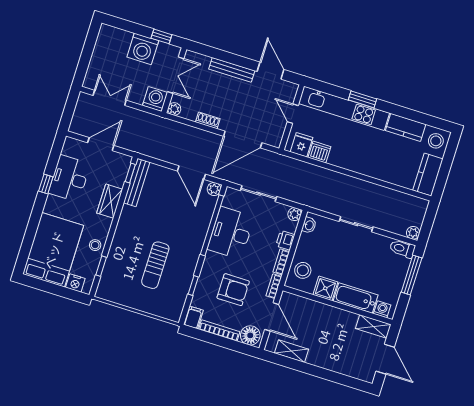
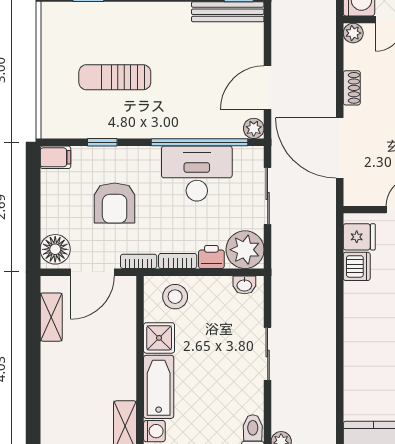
plant: (295, 214) -> (245, 250), width x1.88, depth x1.88
bookcase: (219, 330) -> (48, 202), removed

